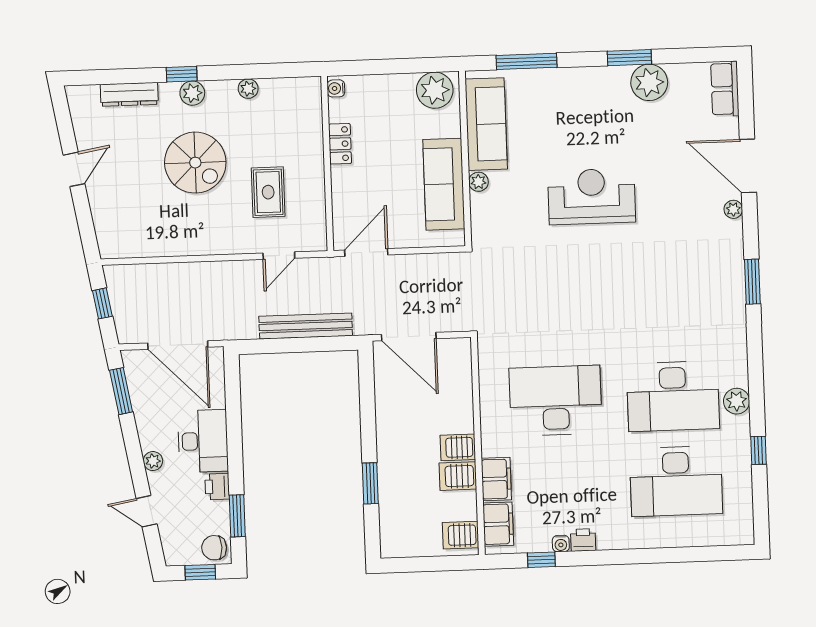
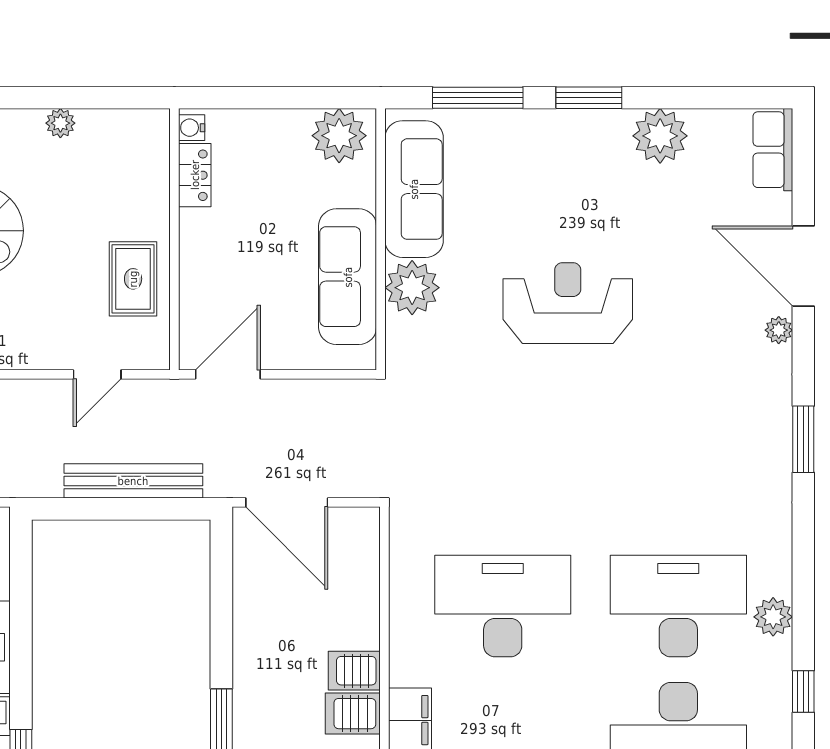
window: (629, 58) -> (589, 98), moved
locker: (340, 144) -> (195, 175), moved
plant: (478, 182) -> (412, 288), width x1.88, depth x1.88
rug: (268, 192) -> (133, 279), moved
desk: (673, 396) -> (678, 606), turned 180

